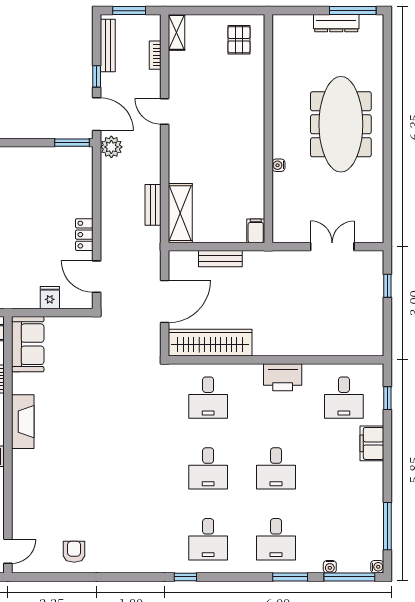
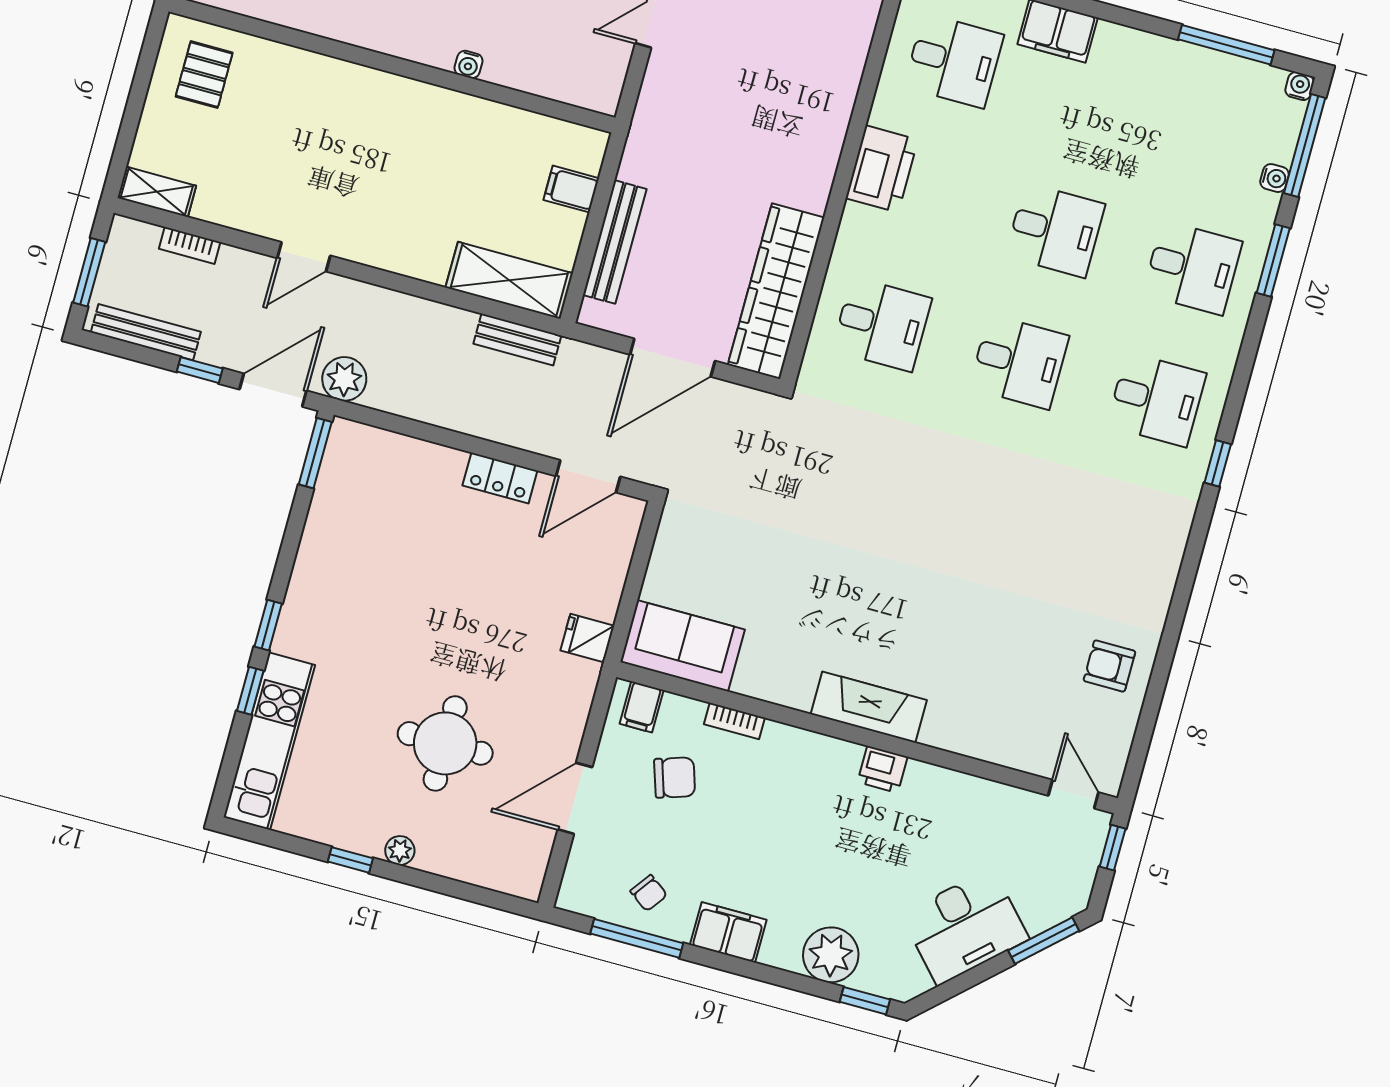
pallet: (239, 40) -> (204, 75), turned 90
bench: (153, 205) -> (517, 339), moved
filing cabinet: (256, 231) -> (571, 189), moved
bench: (220, 259) -> (615, 242), width x1.36
fridge: (50, 298) -> (587, 638), moved
door: (165, 302) -> (673, 358), swing flipped
fireplace: (23, 422) -> (869, 707), moved

